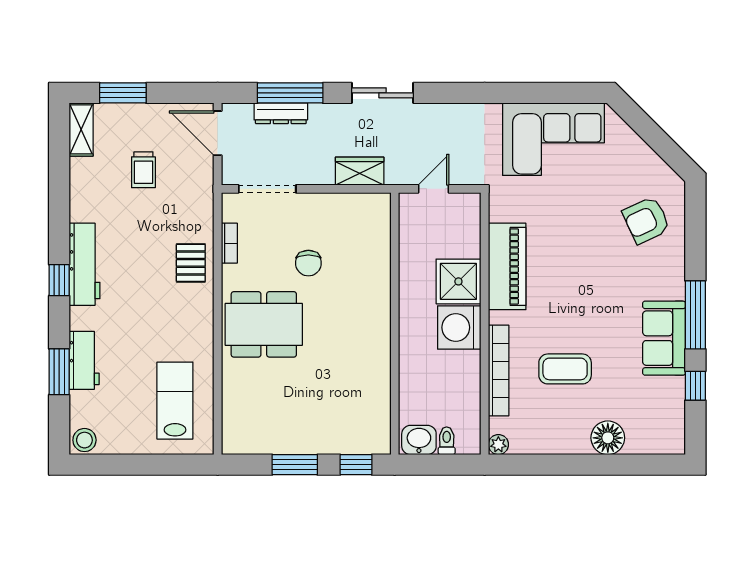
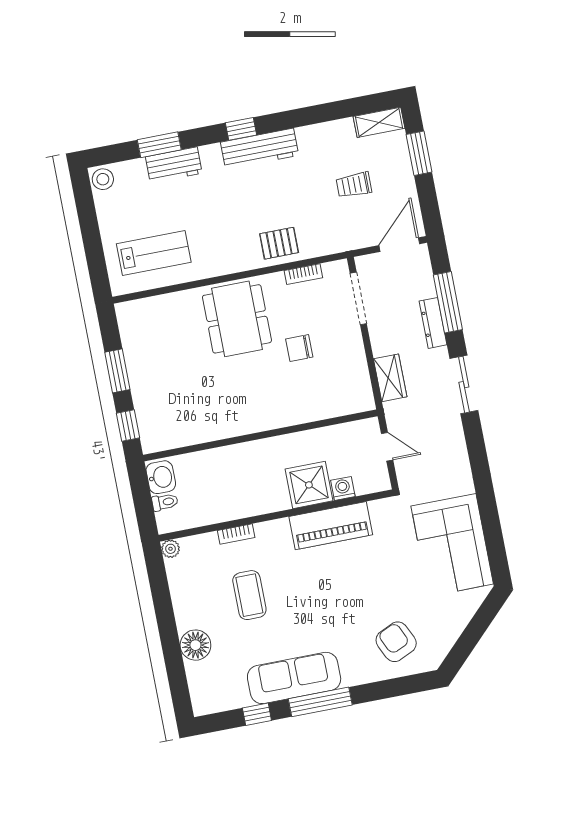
dresser: (281, 113) -> (433, 323), moved
washing machine: (459, 327) -> (343, 488), moved, width x0.53, depth x0.53
sofa: (664, 338) -> (294, 678), width x1.36
bookcase: (499, 370) -> (236, 534), width x0.43, depth x0.76

